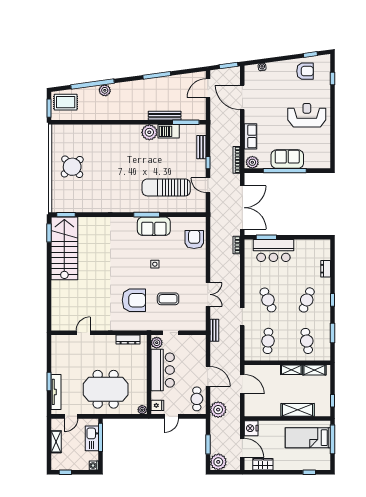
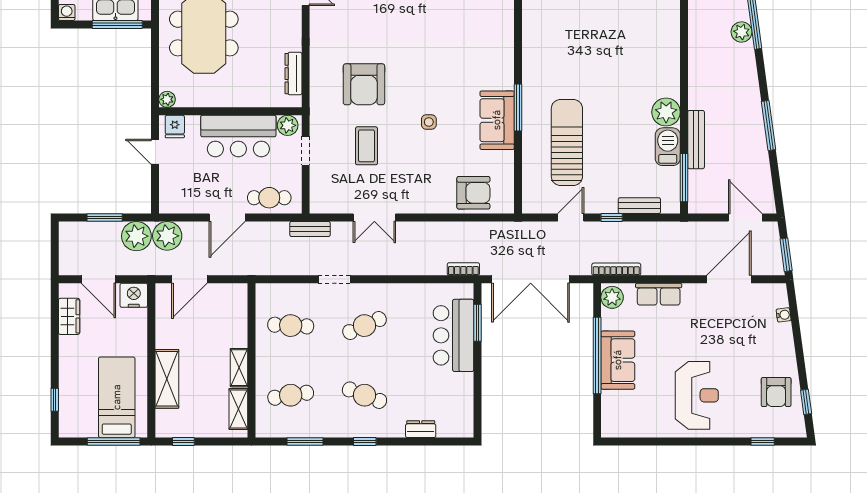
door: (242, 384) -> (189, 279), moved
cafe table: (197, 399) -> (269, 198), moved
door: (242, 448) -> (98, 279), hinge flipped
plant: (218, 462) -> (136, 236), moved

